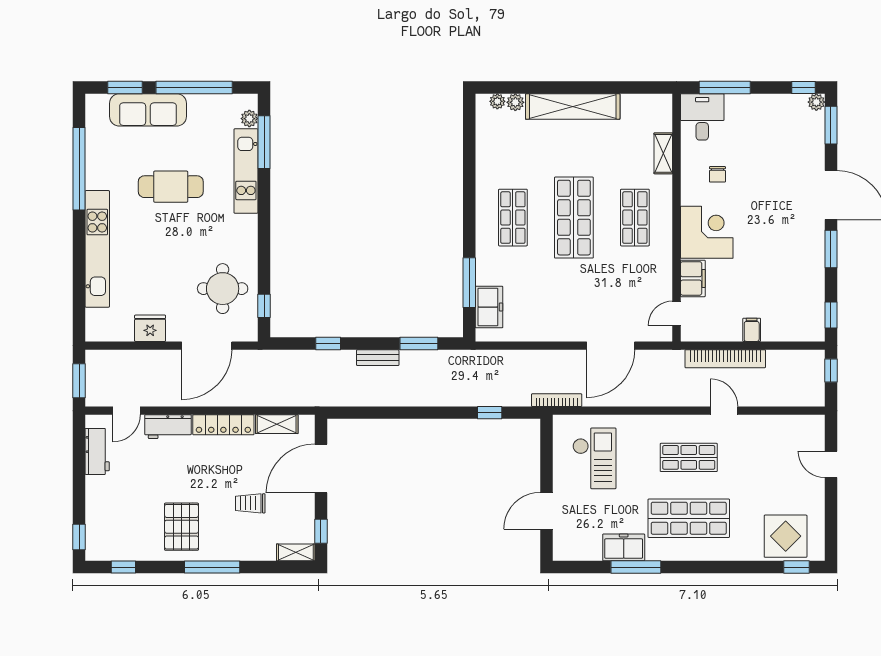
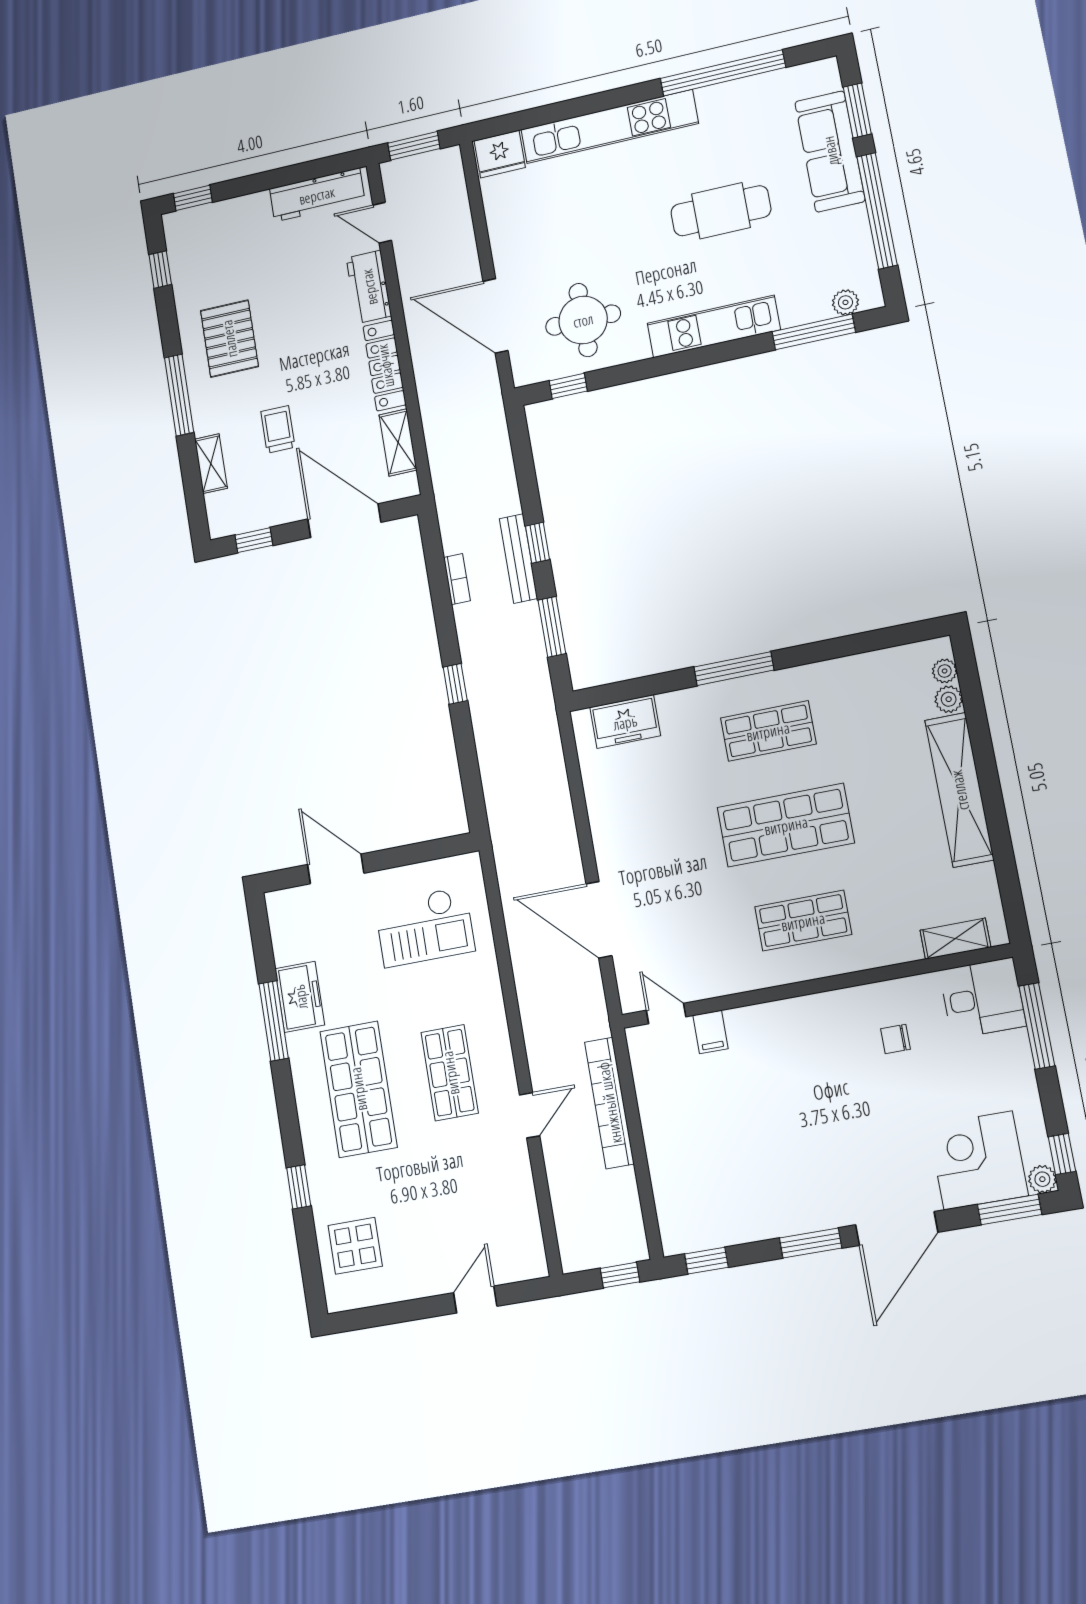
shelving: (663, 153) -> (955, 939), moved
kitchen unit: (246, 171) -> (714, 326), moved
cafe table: (171, 187) -> (721, 211), turned 90
corner desk: (707, 232) -> (978, 1160), moved, turned 180
filing cabinet: (693, 278) -> (710, 1032), width x0.50
window: (469, 283) -> (734, 669), moved
fridge: (150, 328) -> (500, 154), moved, turned 90
filing cabinet: (752, 330) -> (661, 1137), removed
window: (328, 344) -> (537, 543), moved
bench: (378, 358) -> (518, 559), width x1.36
bookcase: (557, 400) -> (457, 579), moved, width x0.64
window: (490, 413) -> (455, 684), moved
workbench: (97, 451) -> (317, 195), width x1.38
pallet: (182, 527) -> (229, 339), turned 90
display table: (786, 536) -> (355, 1246), width x0.73, depth x0.73
shelving: (296, 552) -> (211, 464), moved
window: (796, 567) -> (299, 1187), moved

